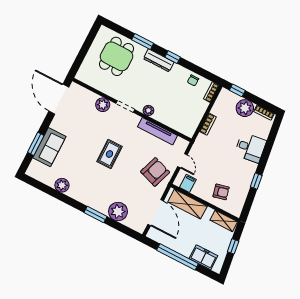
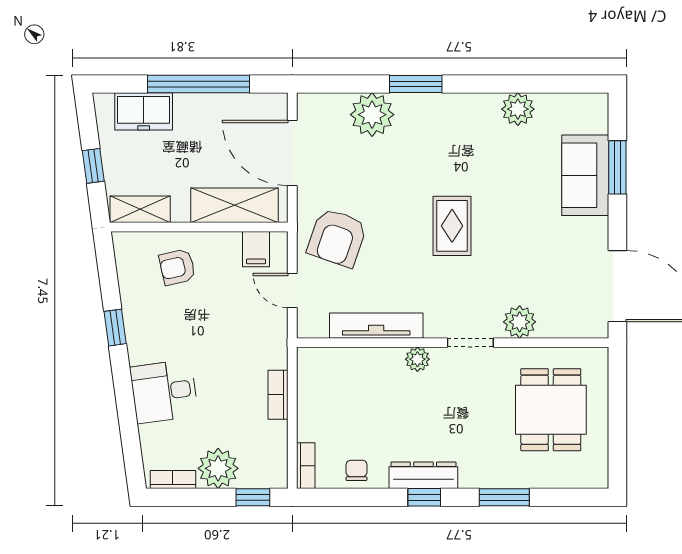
dining table: (117, 56) -> (551, 410), moved
dresser: (159, 60) -> (423, 475), moved

